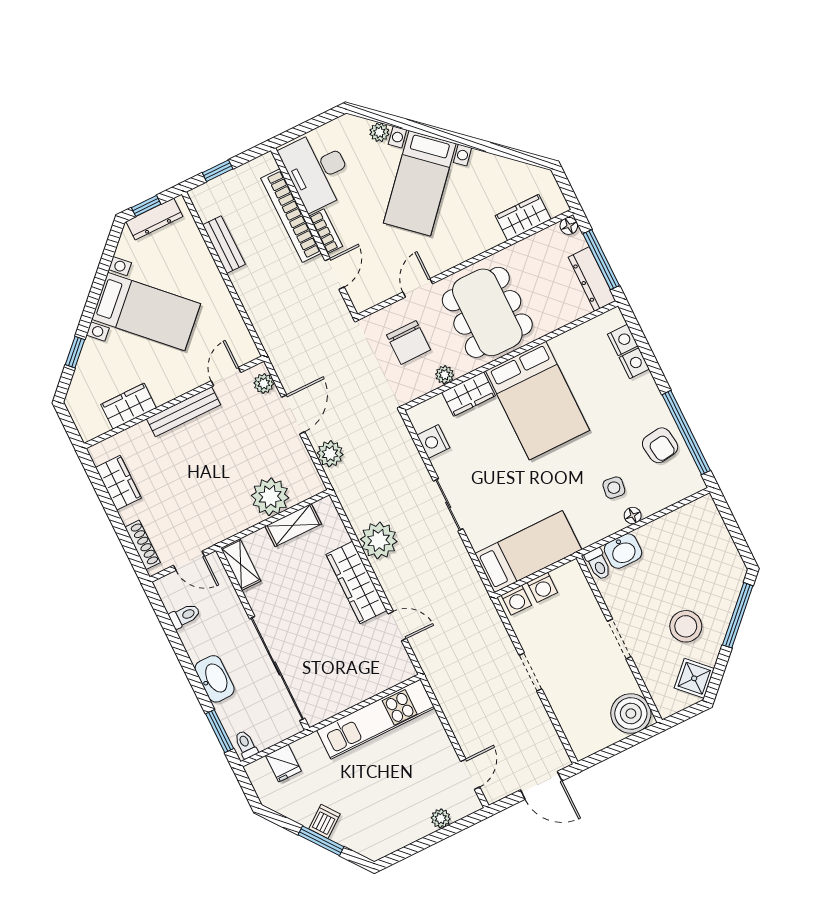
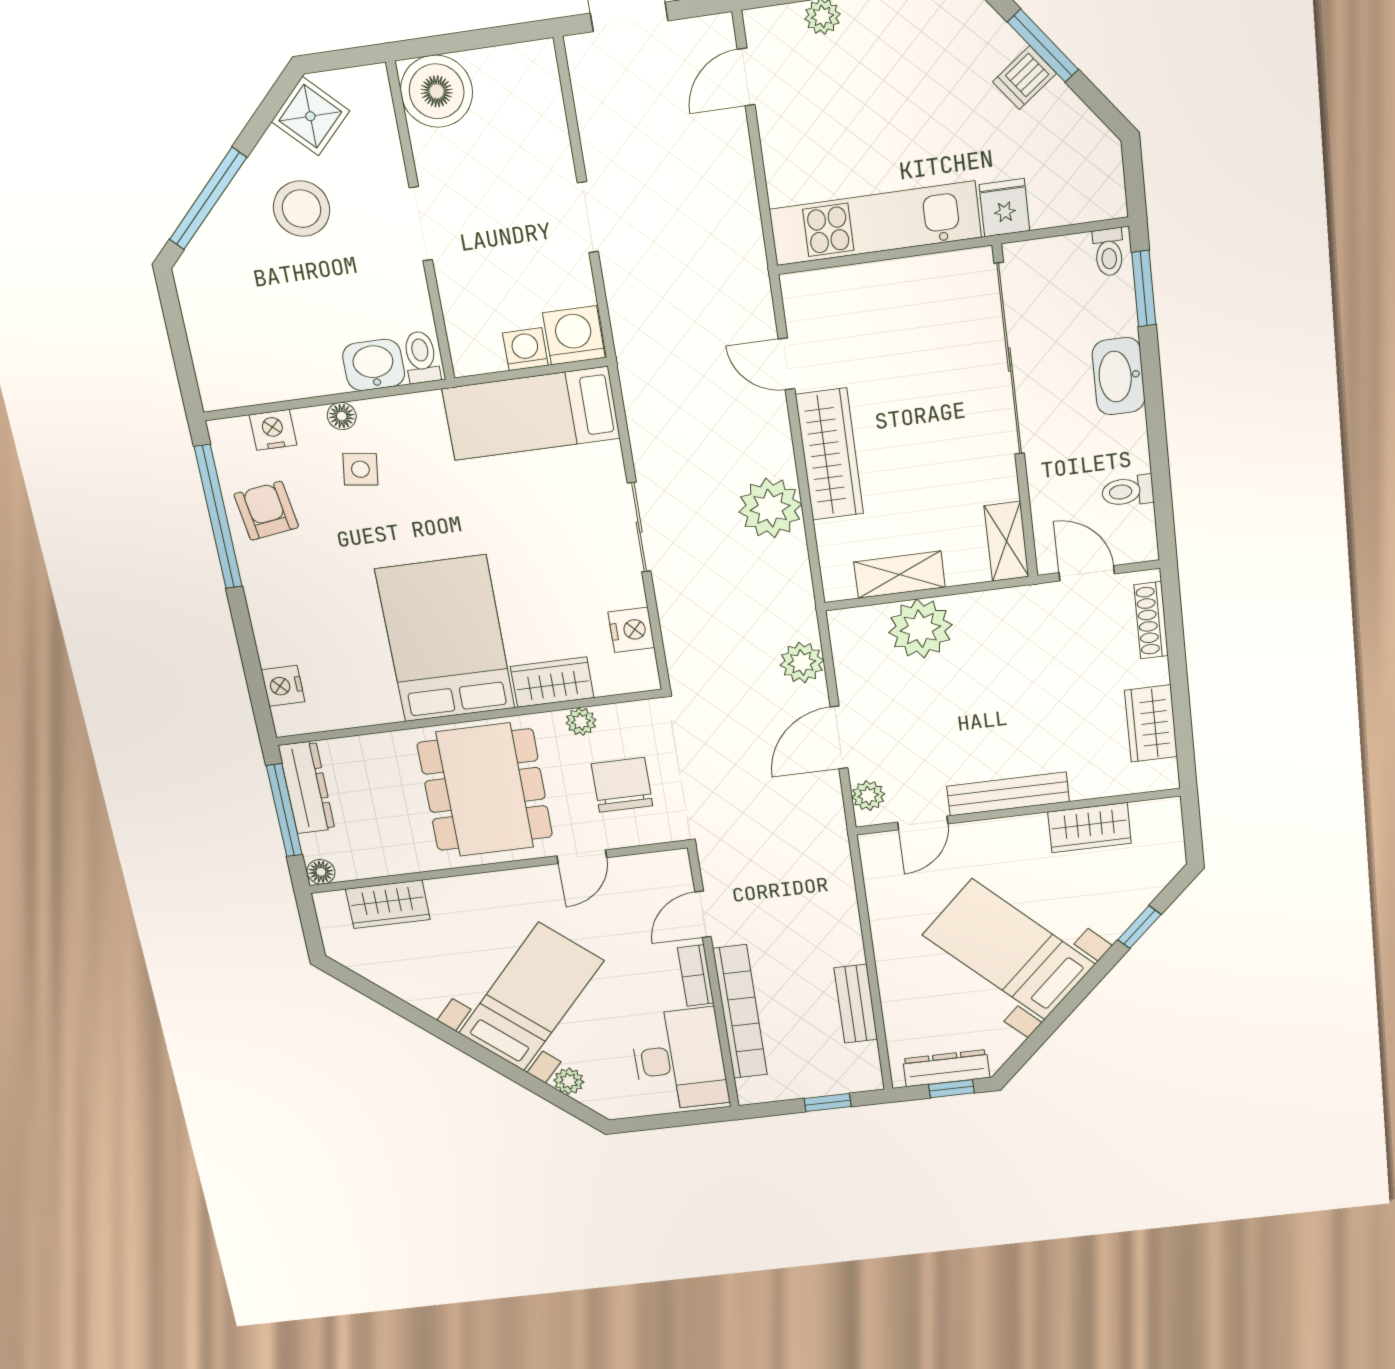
nightstand: (634, 363) -> (273, 430), moved, turned 90
washing machine: (516, 600) -> (574, 335), width x1.38, depth x1.38
fridge: (283, 763) -> (1004, 208), moved

